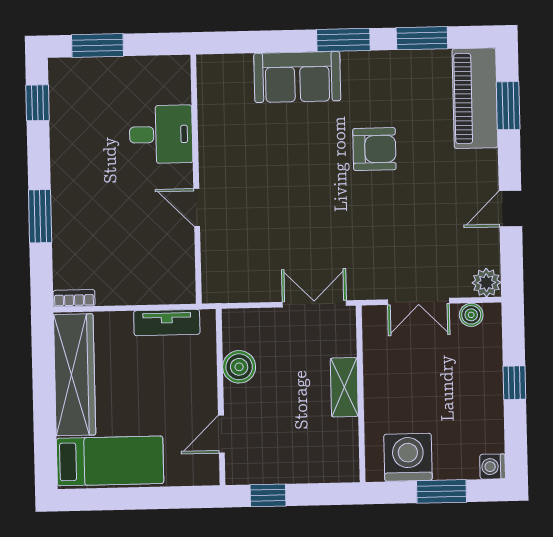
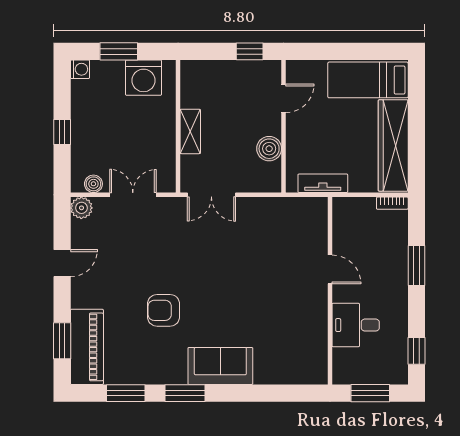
desk: (161, 134) -> (356, 325), moved
wall: (196, 179) -> (330, 291), moved
door: (197, 208) -> (330, 269), moved

